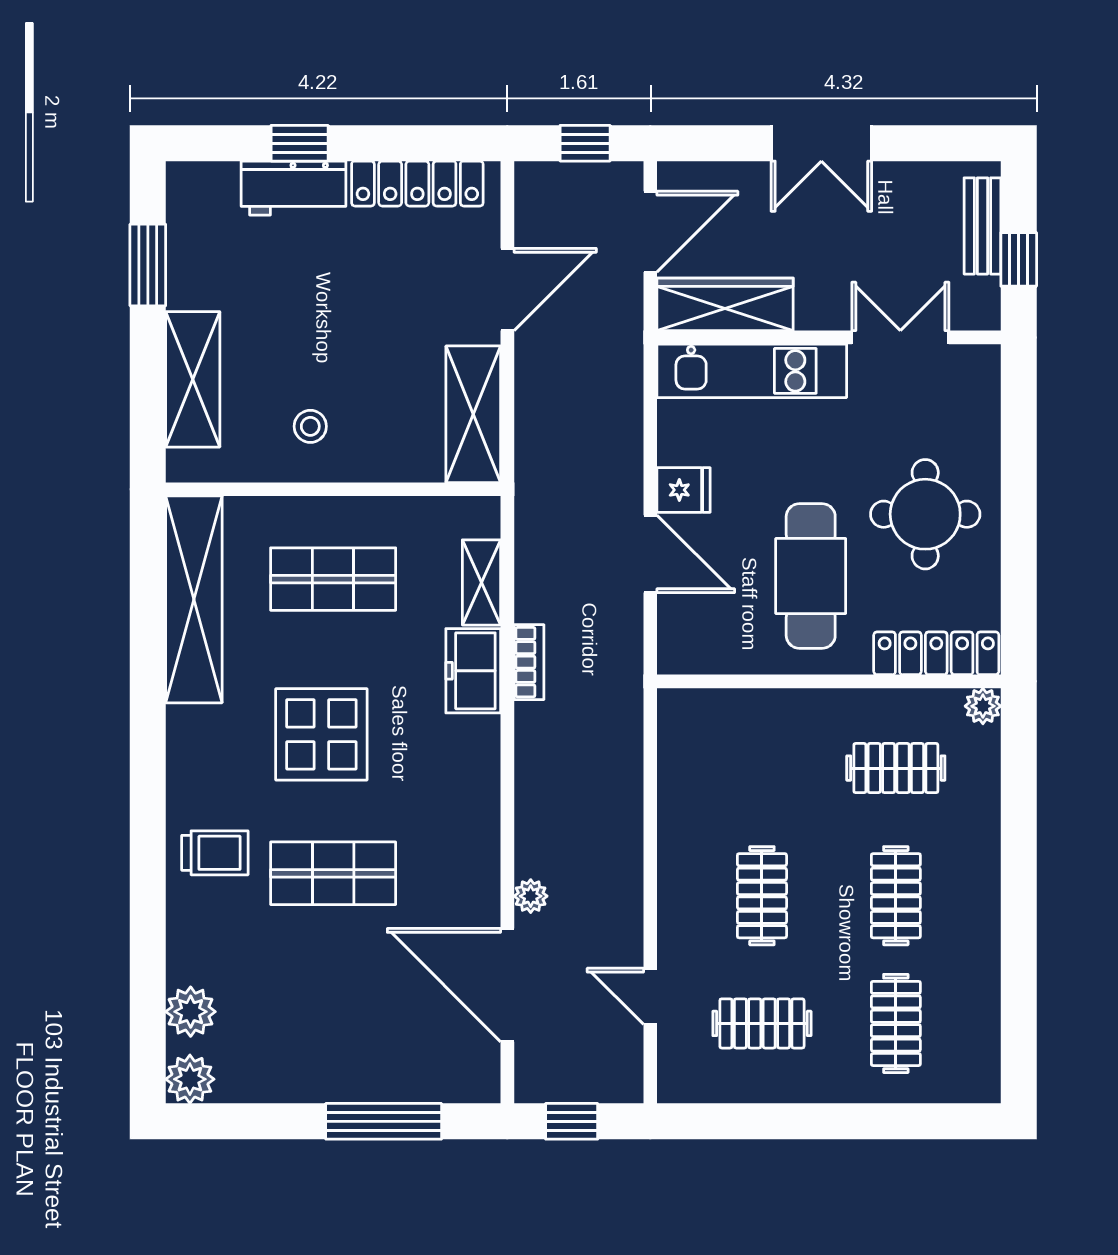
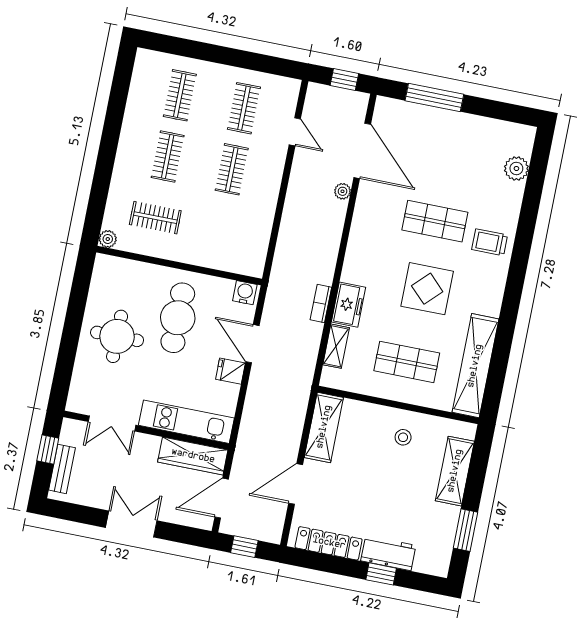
water cooler: (686, 653) -> (245, 293), added
locker: (936, 653) -> (125, 269), removed
clothes rail: (762, 1023) -> (244, 108), turned 90
plant: (190, 1079) -> (523, 136), removed

